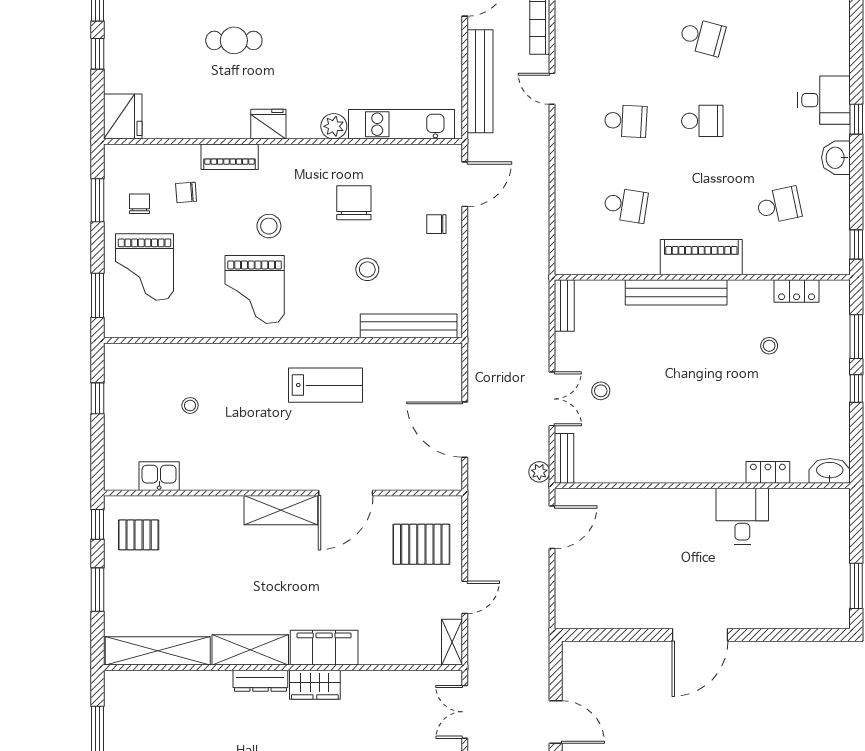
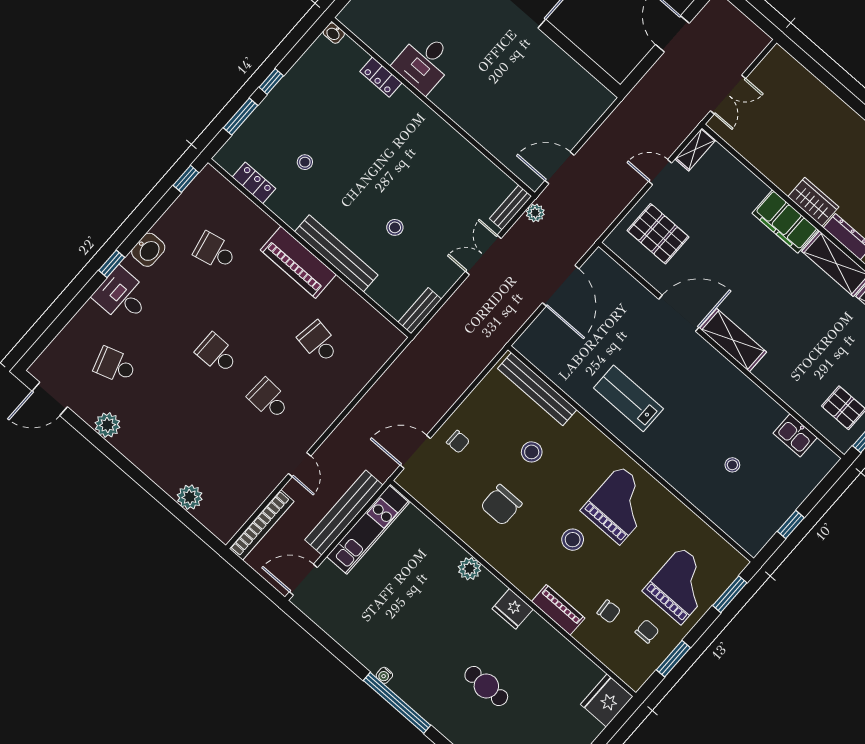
school desk: (702, 37) -> (115, 365), moved, turned -33
kitchen unit: (402, 124) -> (368, 530), moved, turned -90
chair: (140, 204) -> (647, 631), turned 180
stool: (601, 391) -> (395, 227), moved
washbasin: (830, 471) -> (334, 33), width x0.52, depth x0.69

